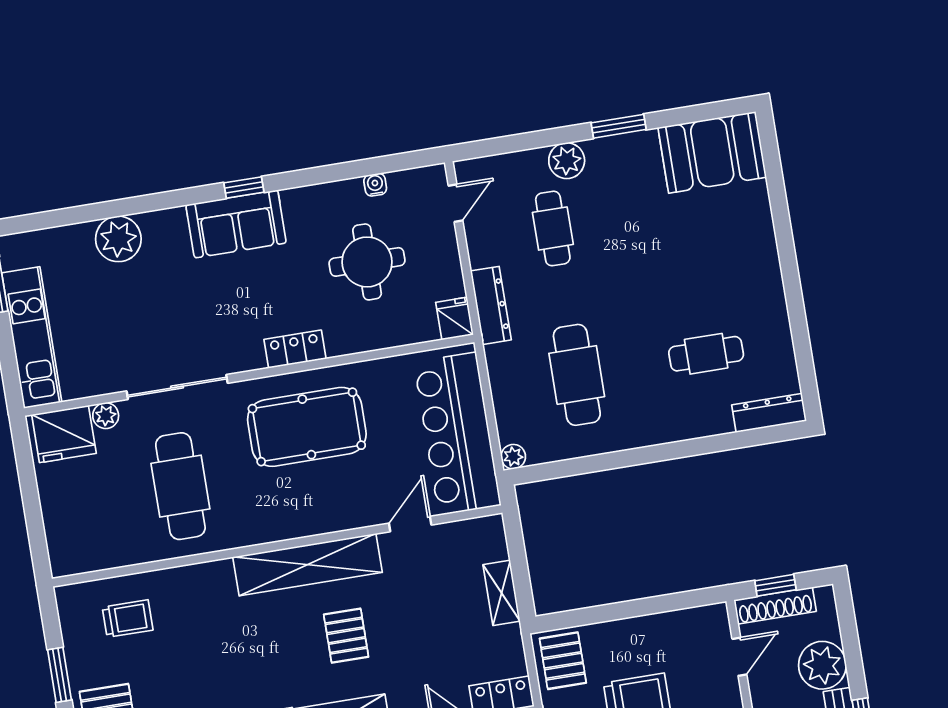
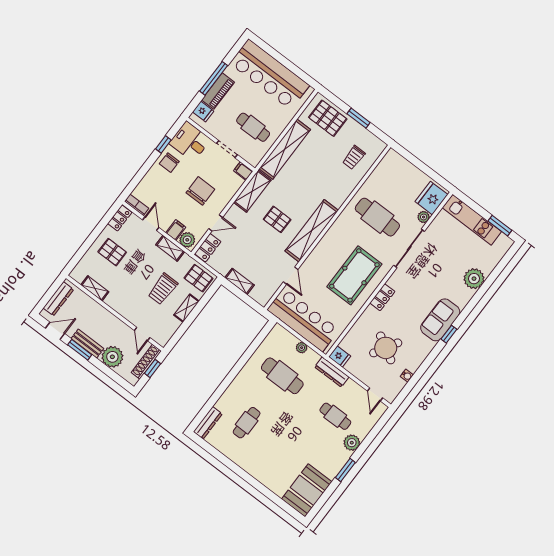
round table: (367, 262) -> (386, 348), turned 30
plant: (513, 457) -> (302, 348), moved
shelving: (628, 631) -> (186, 308), added

